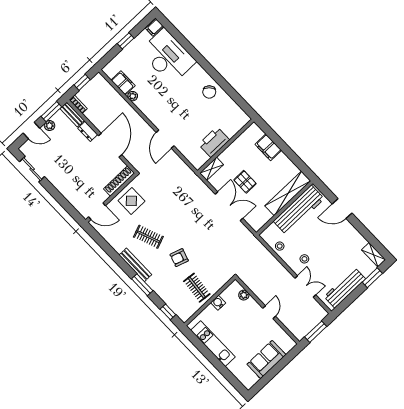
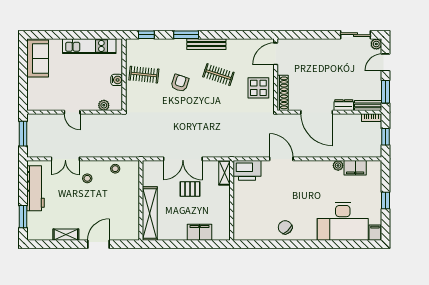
plant: (49, 126) -> (376, 44), moved
printer: (214, 142) -> (247, 170), moved, turned 90
workbench: (299, 210) -> (129, 210), removed
clothes rail: (148, 237) -> (218, 75), turned 39
shelving: (374, 255) -> (66, 235), moved
sofa: (266, 359) -> (38, 58), moved

